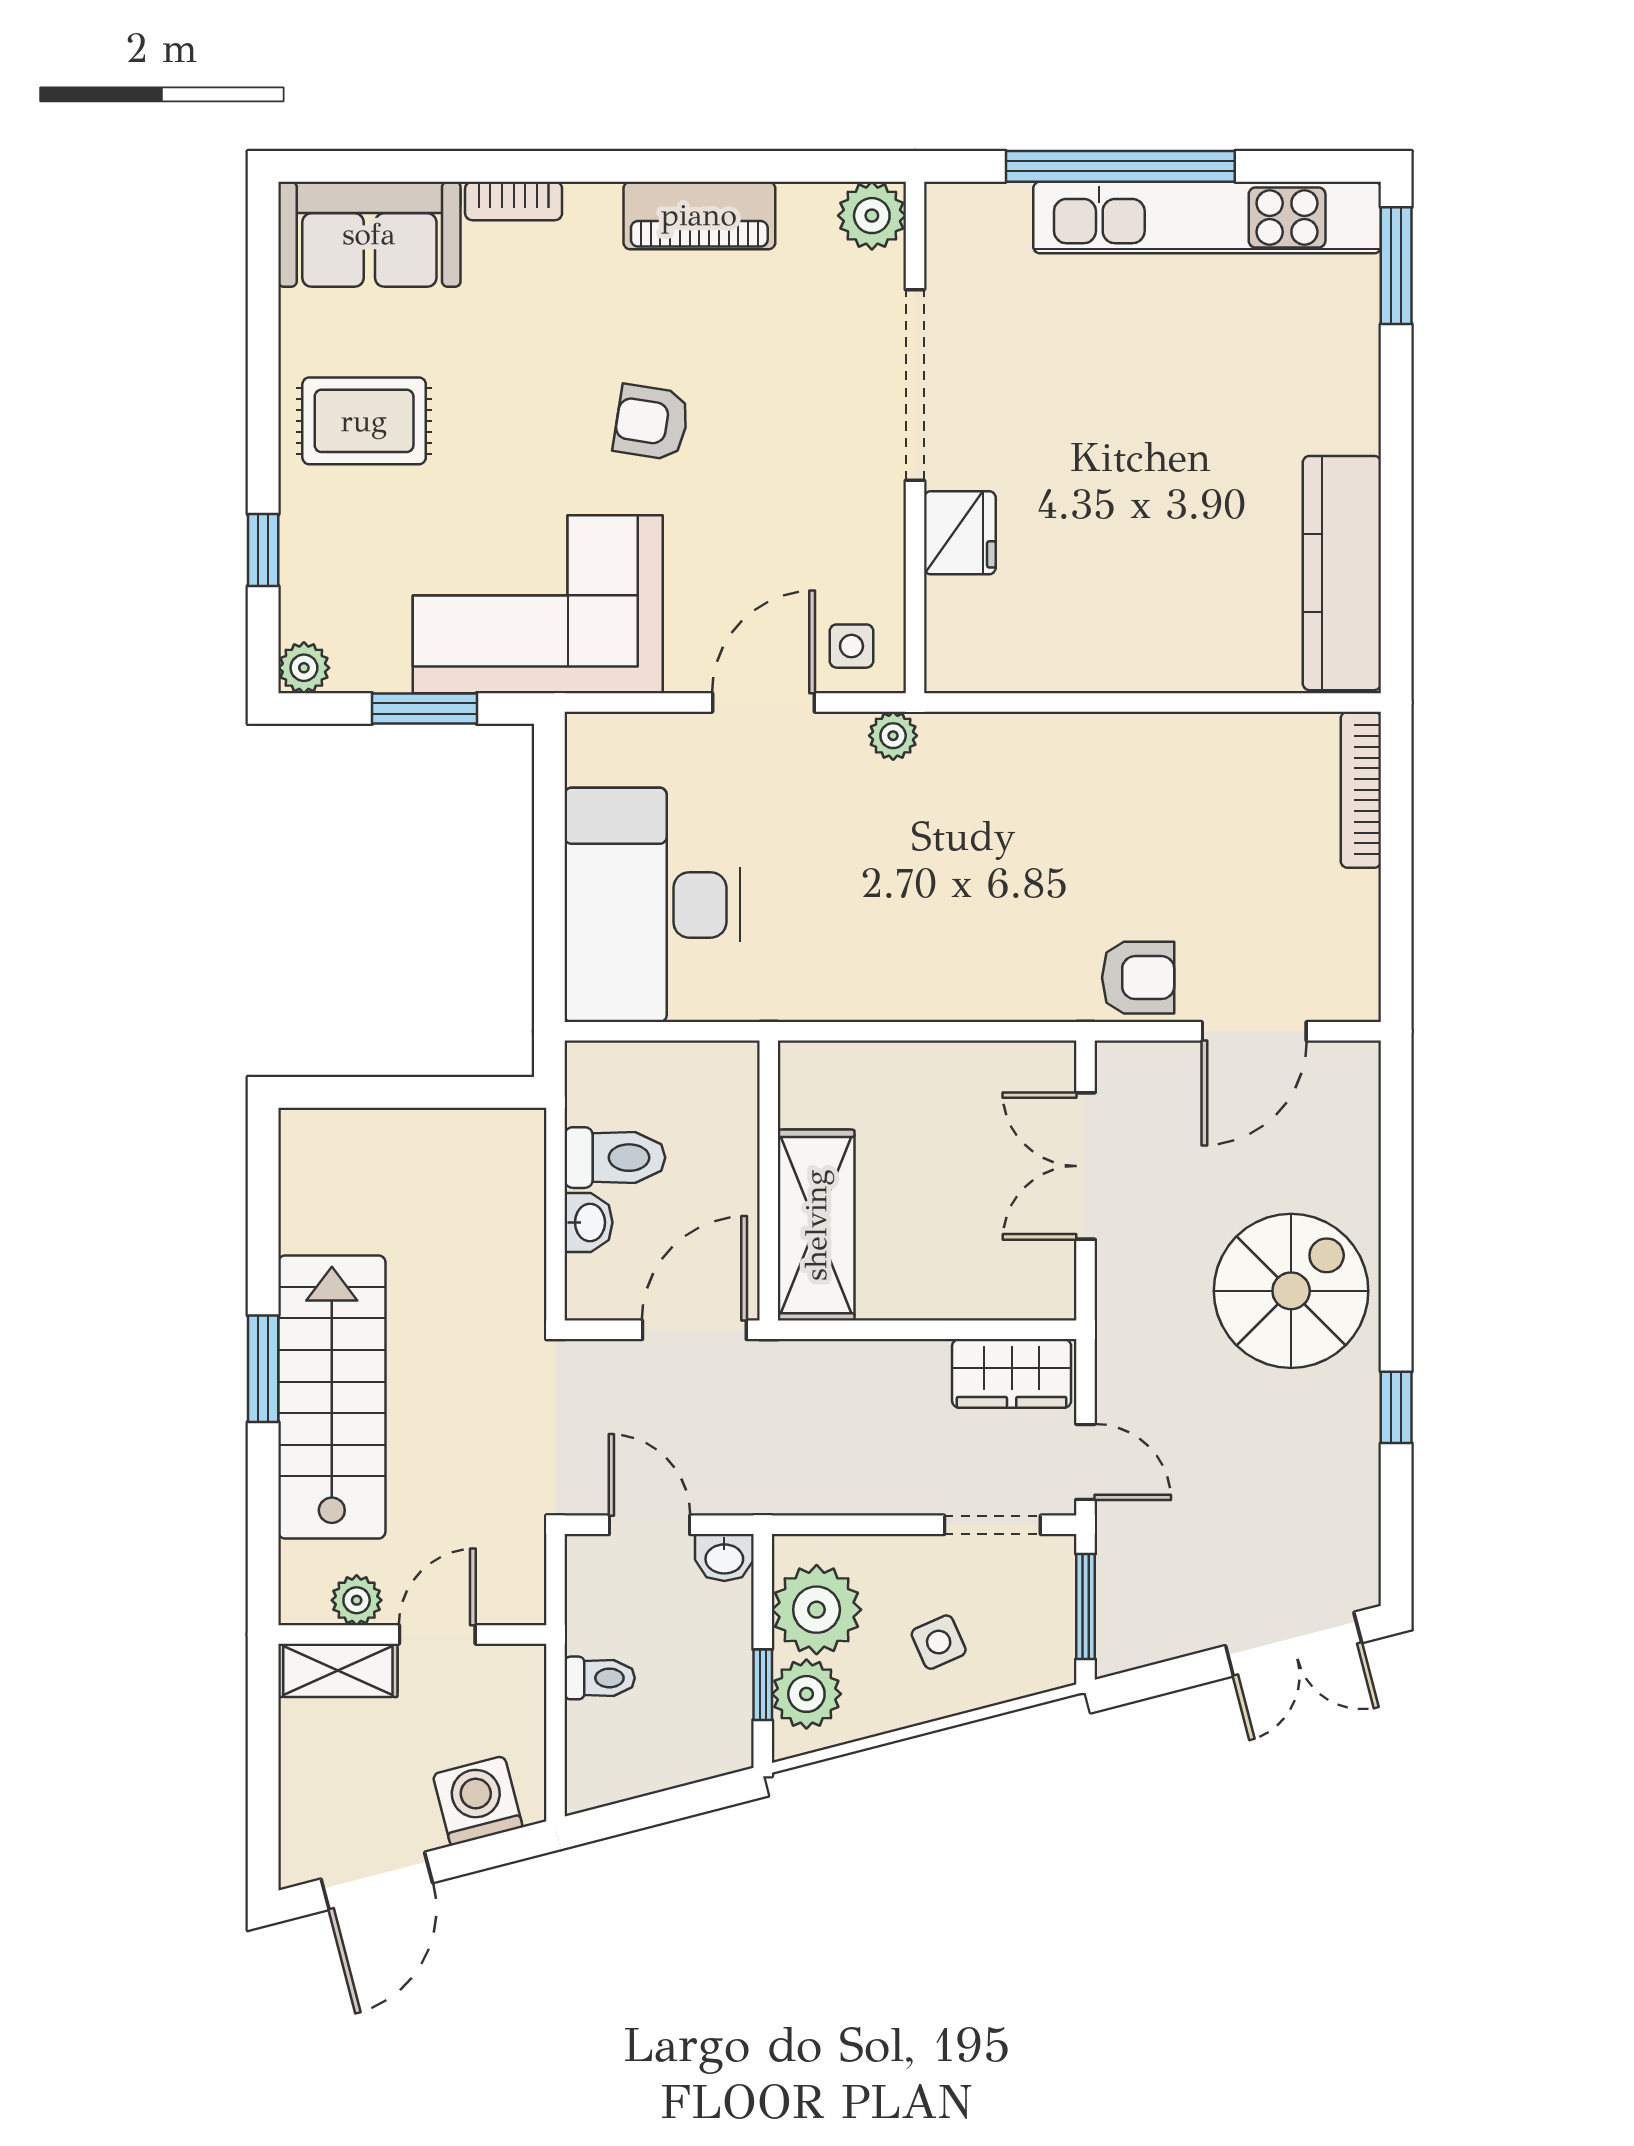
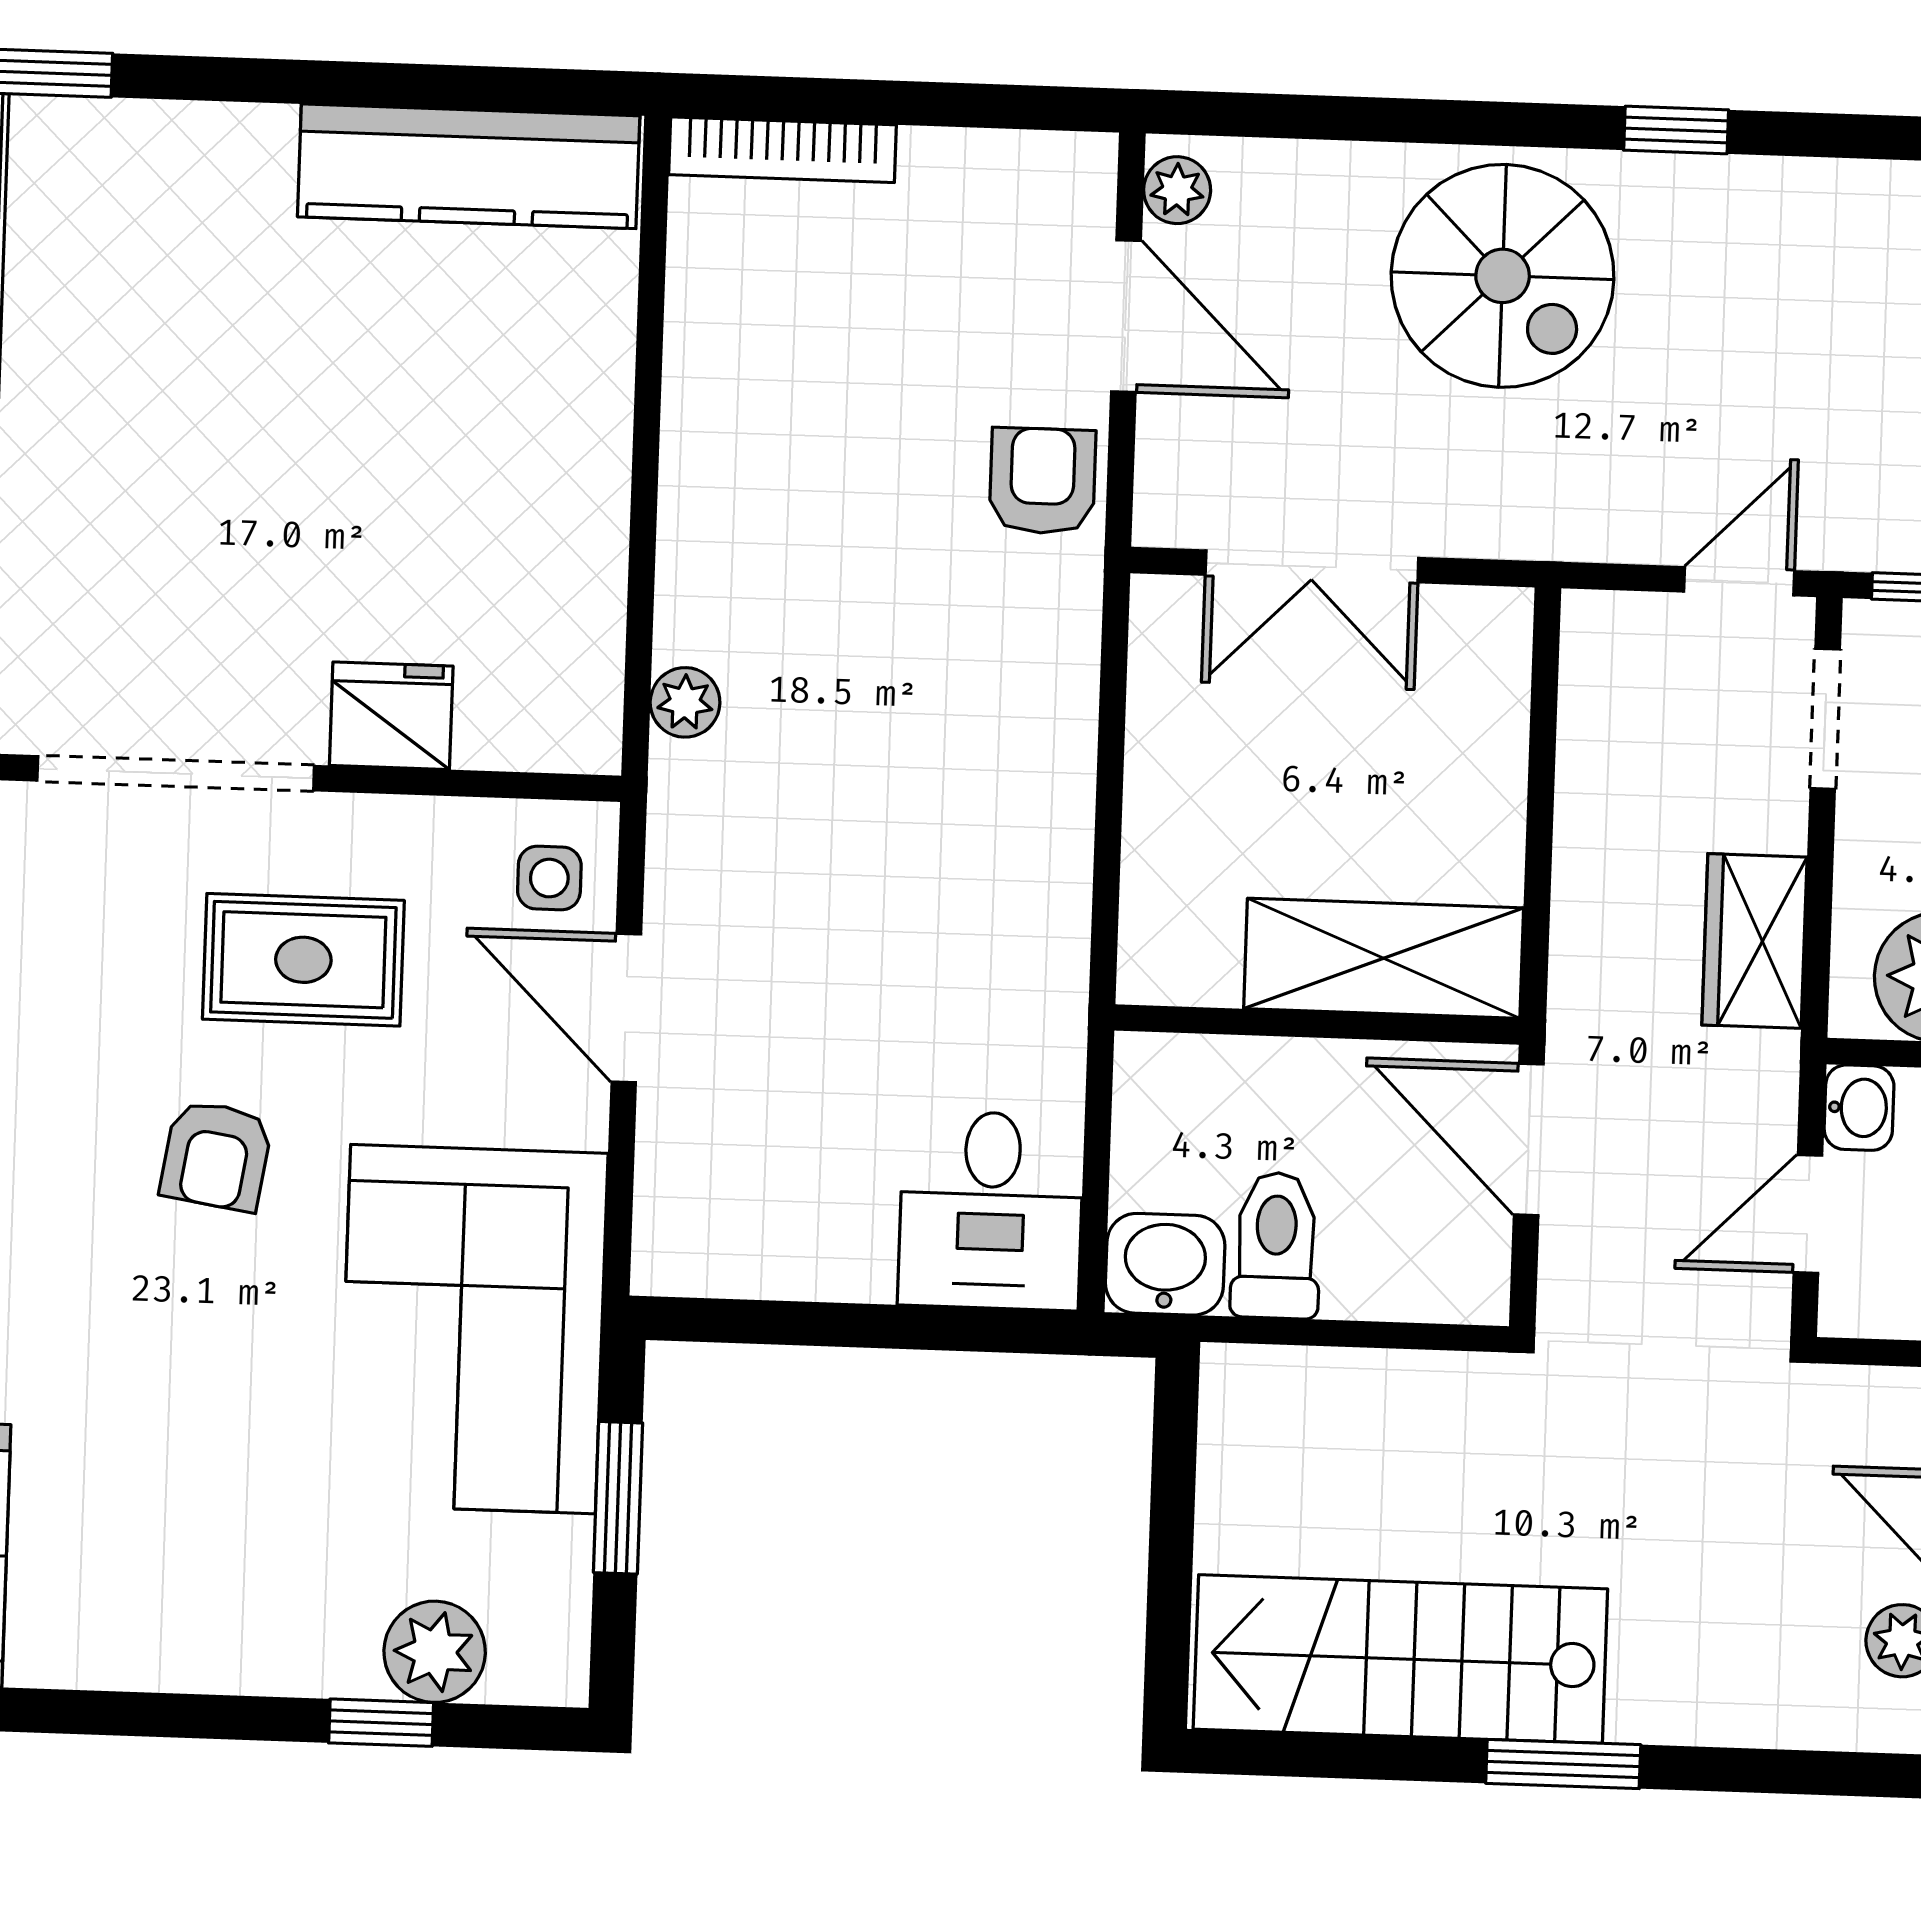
rug: (364, 421) -> (303, 960), moved, turned 90
plant: (304, 668) -> (435, 1652), moved, width x1.38, depth x1.38
plant: (893, 736) -> (685, 702), moved
desk: (652, 905) -> (991, 1210), width x0.53, depth x0.77
plant: (1342, 1064) -> (1177, 190), added
washbasin: (589, 1222) -> (1165, 1264), moved, width x1.38, depth x1.45
spiral stairs: (1291, 1291) -> (1503, 276), turned 180
wardrobe: (1012, 1373) -> (1754, 941), moved, turned 180
stairs: (332, 1397) -> (1400, 1659), moved

